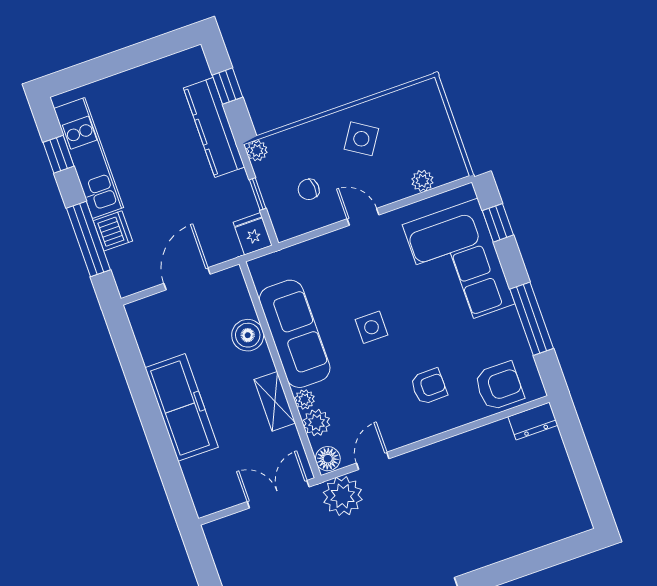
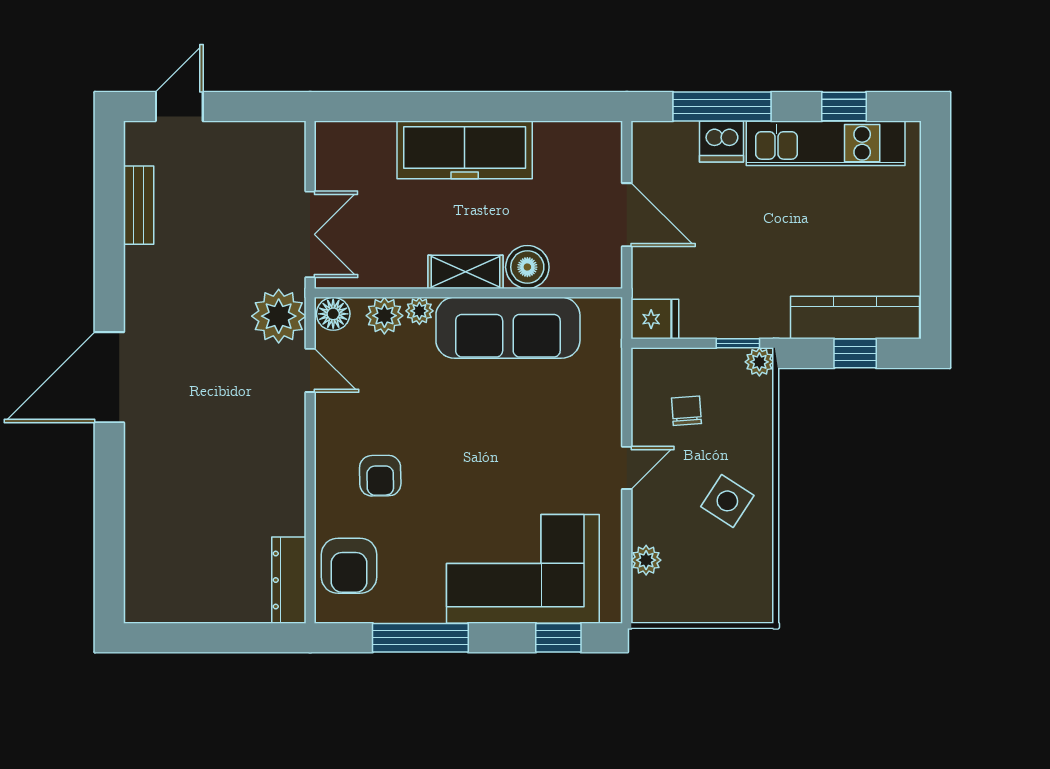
kitchen counter: (214, 127) -> (855, 317), moved
window: (258, 194) -> (738, 343), moved
side table: (372, 327) -> (482, 429), removed
shelving: (275, 401) -> (466, 272), moved
dresser: (533, 421) -> (289, 580), width x1.44

